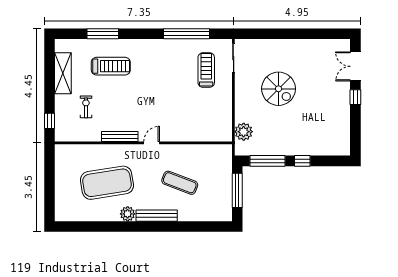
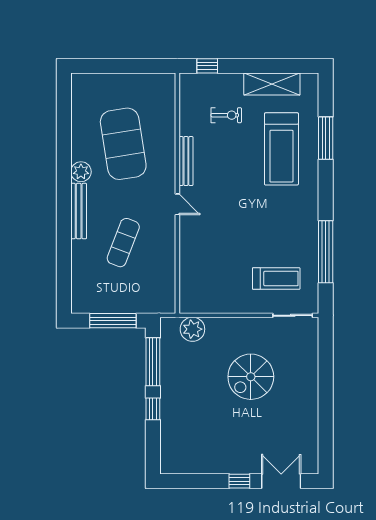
treadmill: (111, 66) -> (281, 149), width x1.37, depth x1.38

